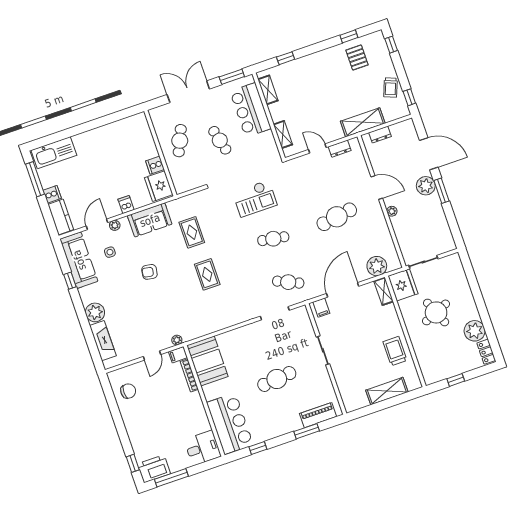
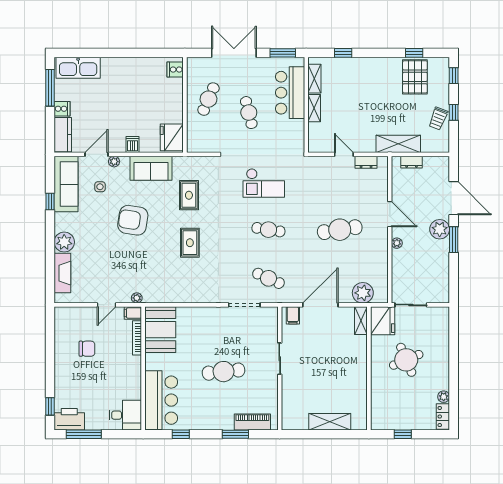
pallet: (357, 58) -> (415, 77), width x1.50, depth x1.42
window: (409, 97) -> (454, 112), moved
shelving: (283, 134) -> (314, 108), moved
cooker: (155, 165) -> (175, 70), moved
armchair: (149, 272) -> (133, 220), width x1.88, depth x1.88
plant: (475, 331) -> (444, 397), width x0.53, depth x0.53
trolley: (395, 351) -> (352, 384), removed
chair: (128, 391) -> (87, 349), moved

